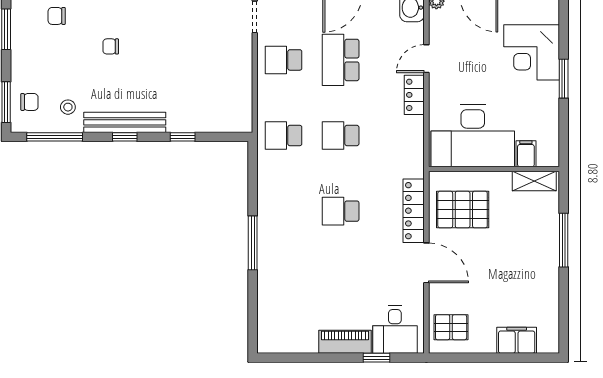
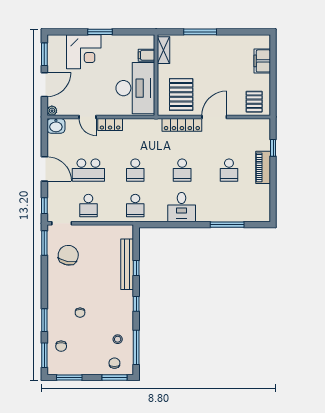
chair: (203, 27) -> (68, 255), added
bench: (125, 122) -> (127, 264), moved
window: (253, 243) -> (227, 225), moved
school desk: (341, 287) -> (229, 170), added
desk: (395, 330) -> (182, 207), moved, turned 90

